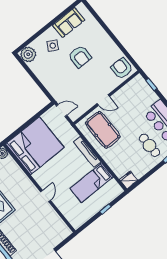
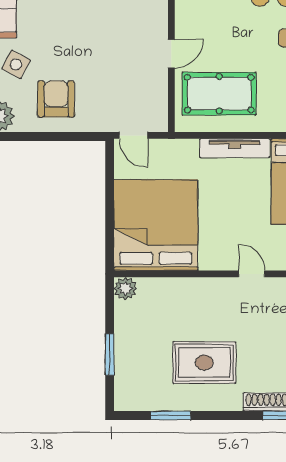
armchair: (80, 57) -> (56, 99), moved, turned -90
door: (62, 110) -> (133, 135), swing flipped

